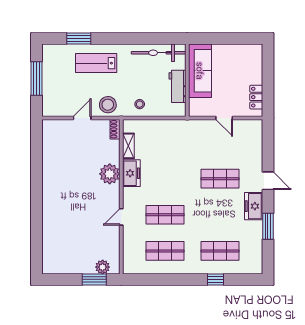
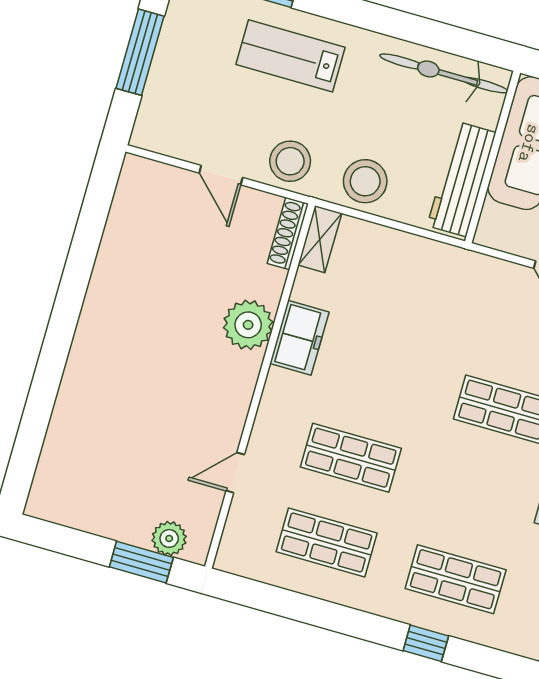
workbench: (177, 86) -> (462, 179), width x1.37
stool: (140, 104) -> (365, 181), width x1.89, depth x1.89
door: (82, 118) -> (221, 175), swing flipped
shoe rack: (115, 129) -> (288, 234), width x1.43
shelving: (128, 146) -> (320, 239), moved
door: (121, 217) -> (235, 473), moved

